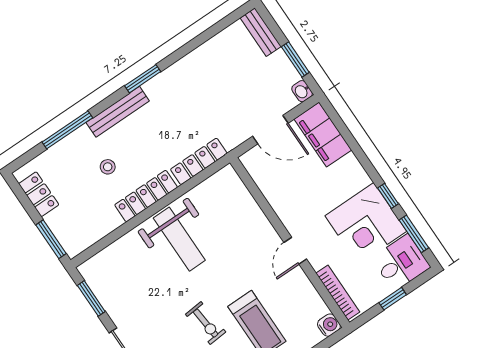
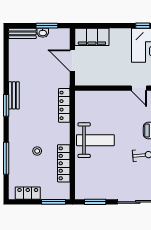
washbasin: (302, 91) -> (43, 33), moved
bench: (118, 112) -> (14, 95), moved, width x0.73
door: (270, 130) -> (72, 61), swing flipped
locker: (146, 196) -> (64, 163), moved

